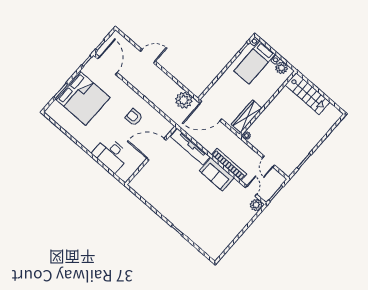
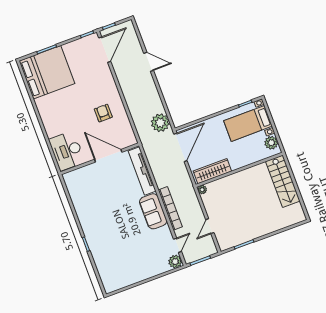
bed: (83, 98) -> (47, 72), moved, turned -90
door: (211, 111) -> (180, 147), swing flipped
desk: (111, 154) -> (67, 151), moved

